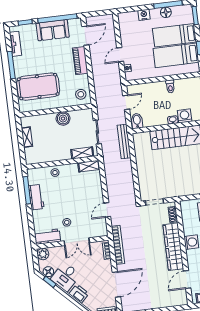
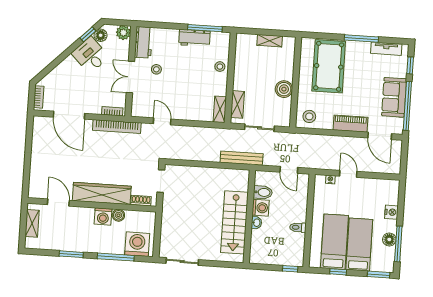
washing machine: (185, 116) -> (261, 208), moved
bidet: (137, 121) -> (263, 192), moved
boiler: (188, 230) -> (118, 215), added
printer: (79, 294) -> (66, 67), removed

